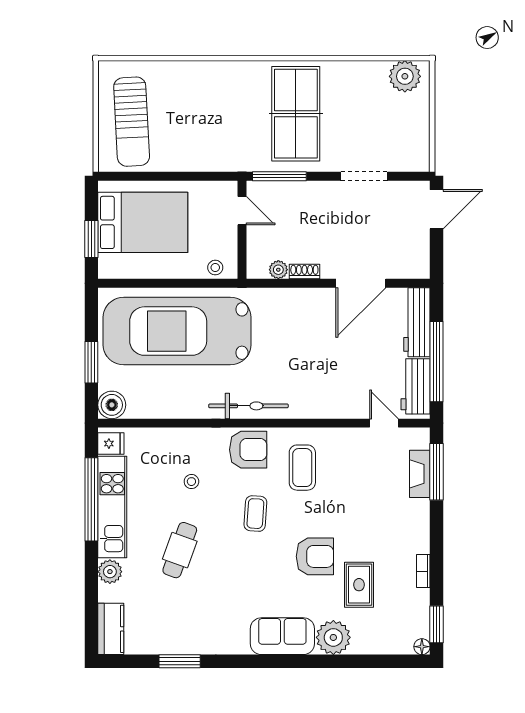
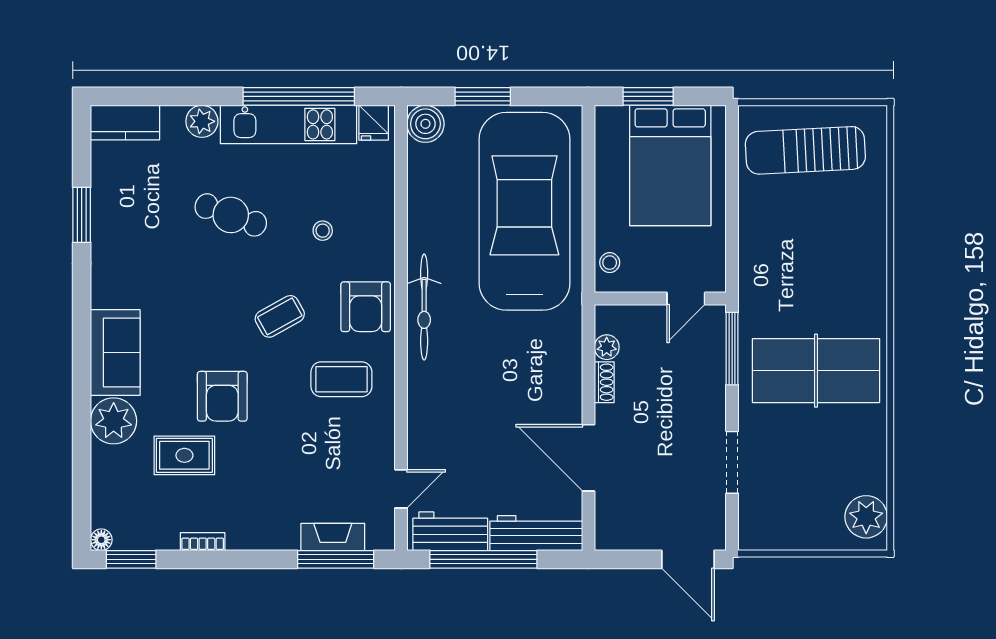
coffee table: (255, 514) -> (280, 316), turned -33

